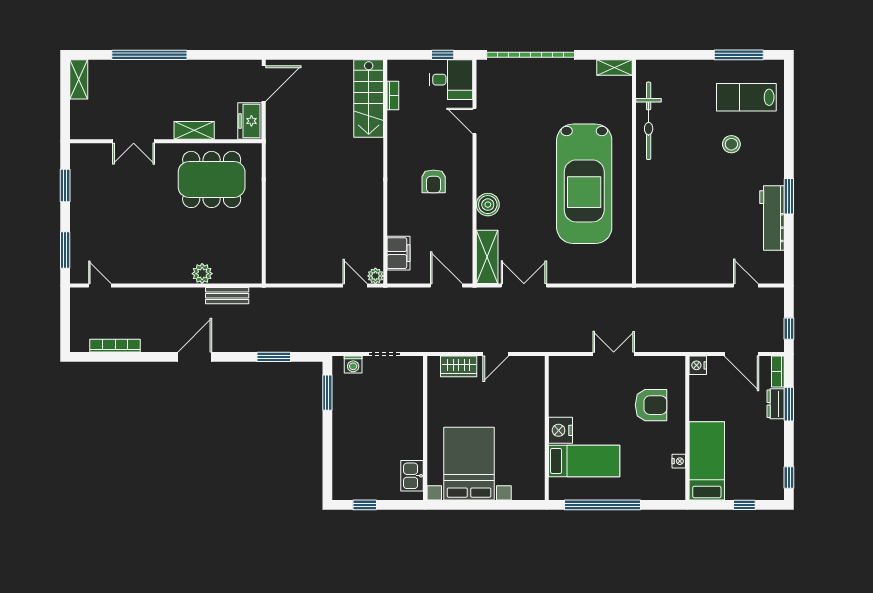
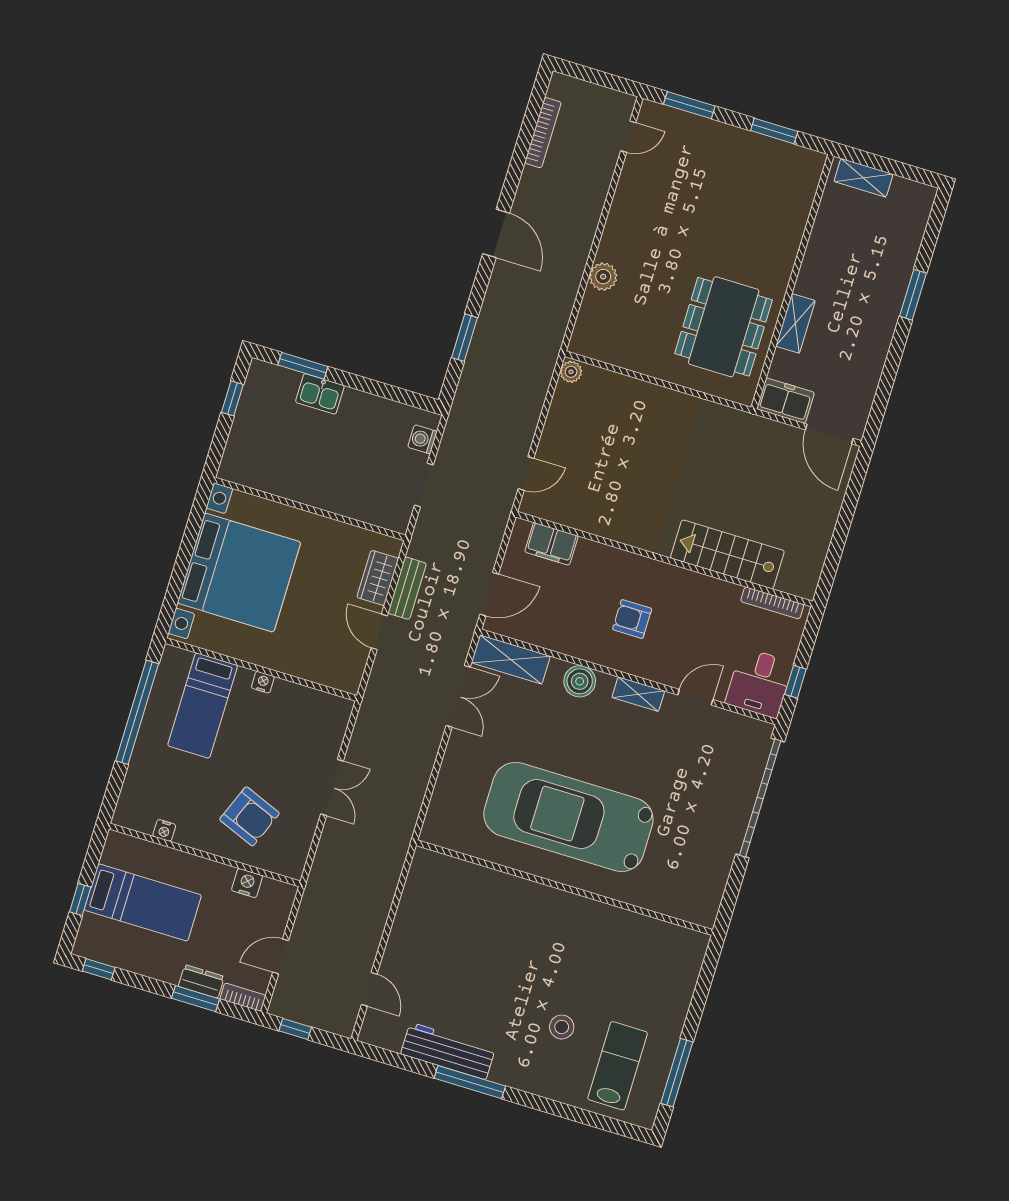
window: (149, 55) -> (913, 295), width x0.47
shelving: (614, 68) -> (638, 694), moved, turned 90
shelving: (79, 79) -> (863, 178), moved
bookcase: (393, 96) -> (772, 603), width x1.56
stairs: (369, 98) -> (727, 554), moved
bicycle: (649, 121) -> (626, 927), removed
double door: (134, 141) -> (805, 239), removed
window: (789, 196) -> (470, 1082), width x1.44
plant: (375, 276) -> (571, 372), moved
door: (746, 286) -> (369, 989), hinge flipped
bench: (227, 296) -> (407, 588), moved
door: (742, 354) -> (281, 956), width x0.73
nightstand: (698, 365) -> (247, 883), moved
window: (327, 393) -> (303, 366), moved
armchair: (651, 405) -> (249, 816), turned -68
nightstand: (560, 430) -> (263, 682), width x0.53, depth x0.56
bed: (707, 461) -> (143, 902), moved
bed with nightstands: (469, 464) -> (239, 573), width x1.36
kitchen sink: (412, 476) -> (320, 394), moved, turned 180

